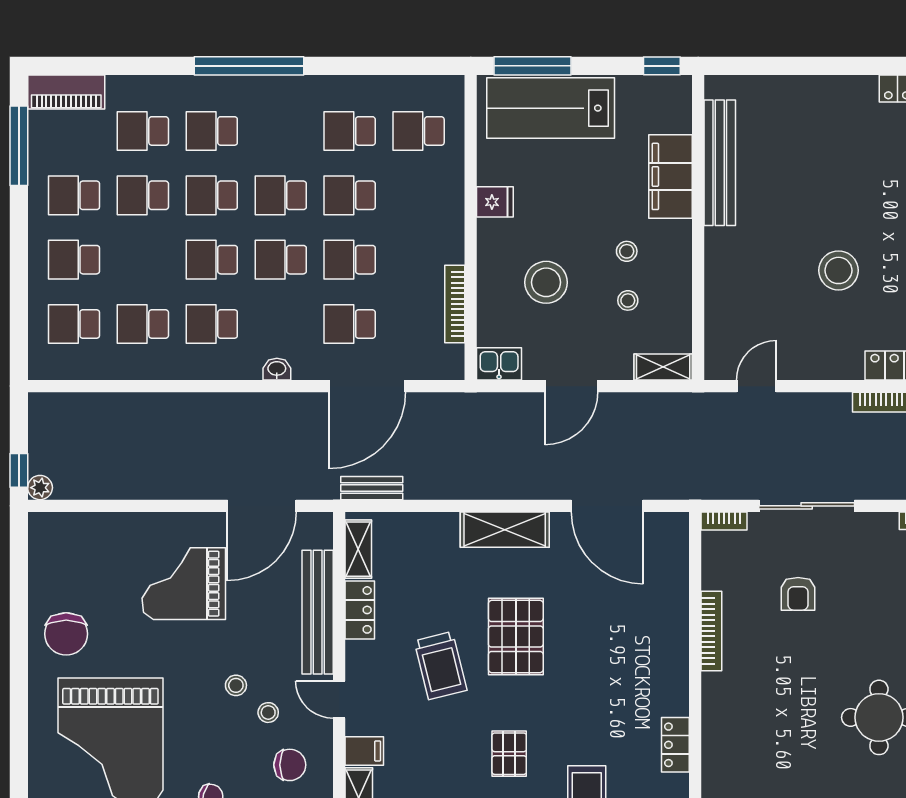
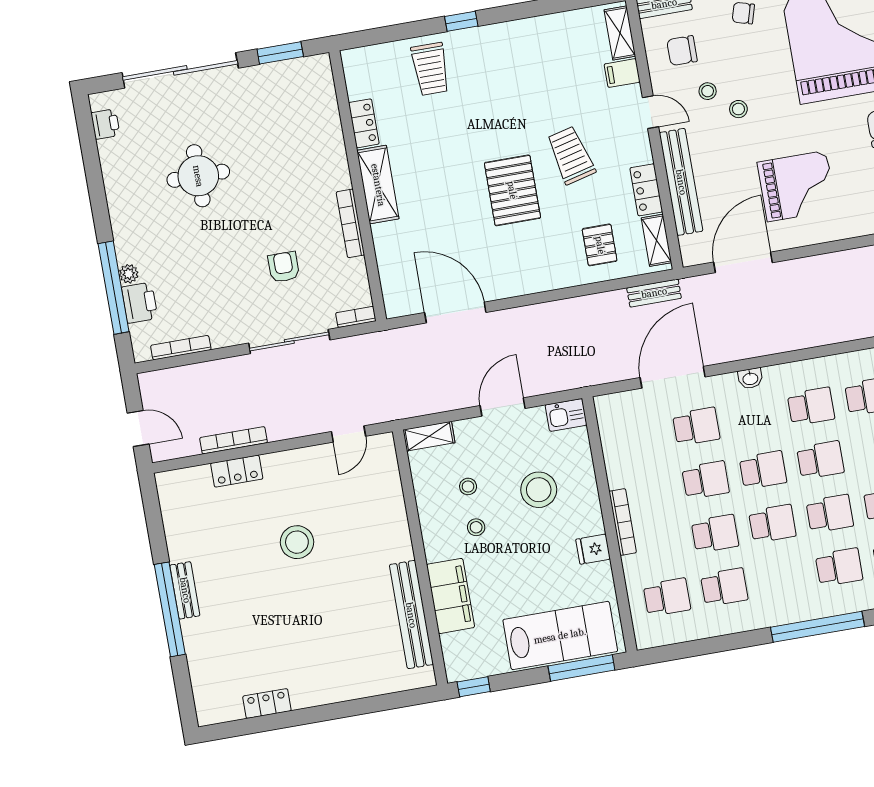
bookcase: (455, 304) -> (623, 522), moved
shelving: (505, 530) -> (378, 185), moved, turned 90
pallet: (509, 754) -> (600, 245), moved

